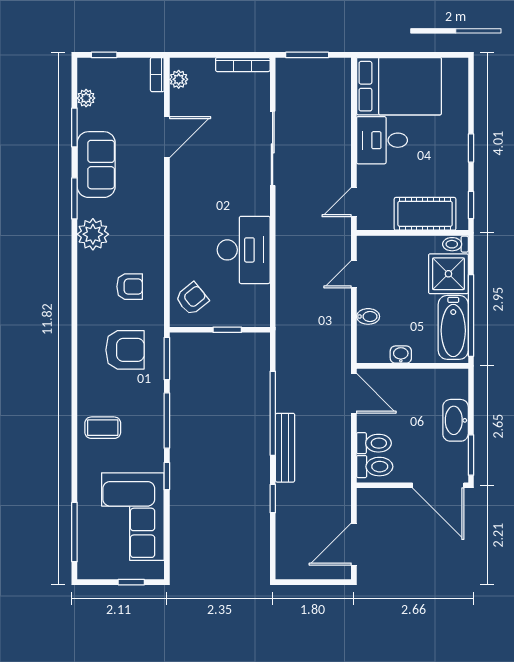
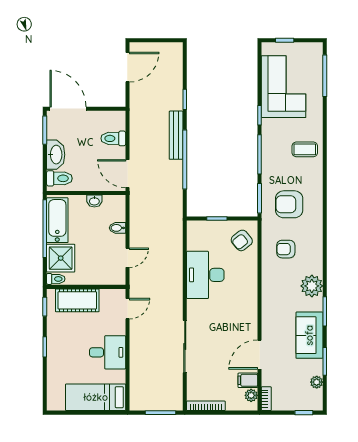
bed: (399, 86) -> (96, 397), width x0.67
filing cabinet: (183, 101) -> (248, 380), added
toilet: (375, 467) -> (59, 178), moved, turned 180

